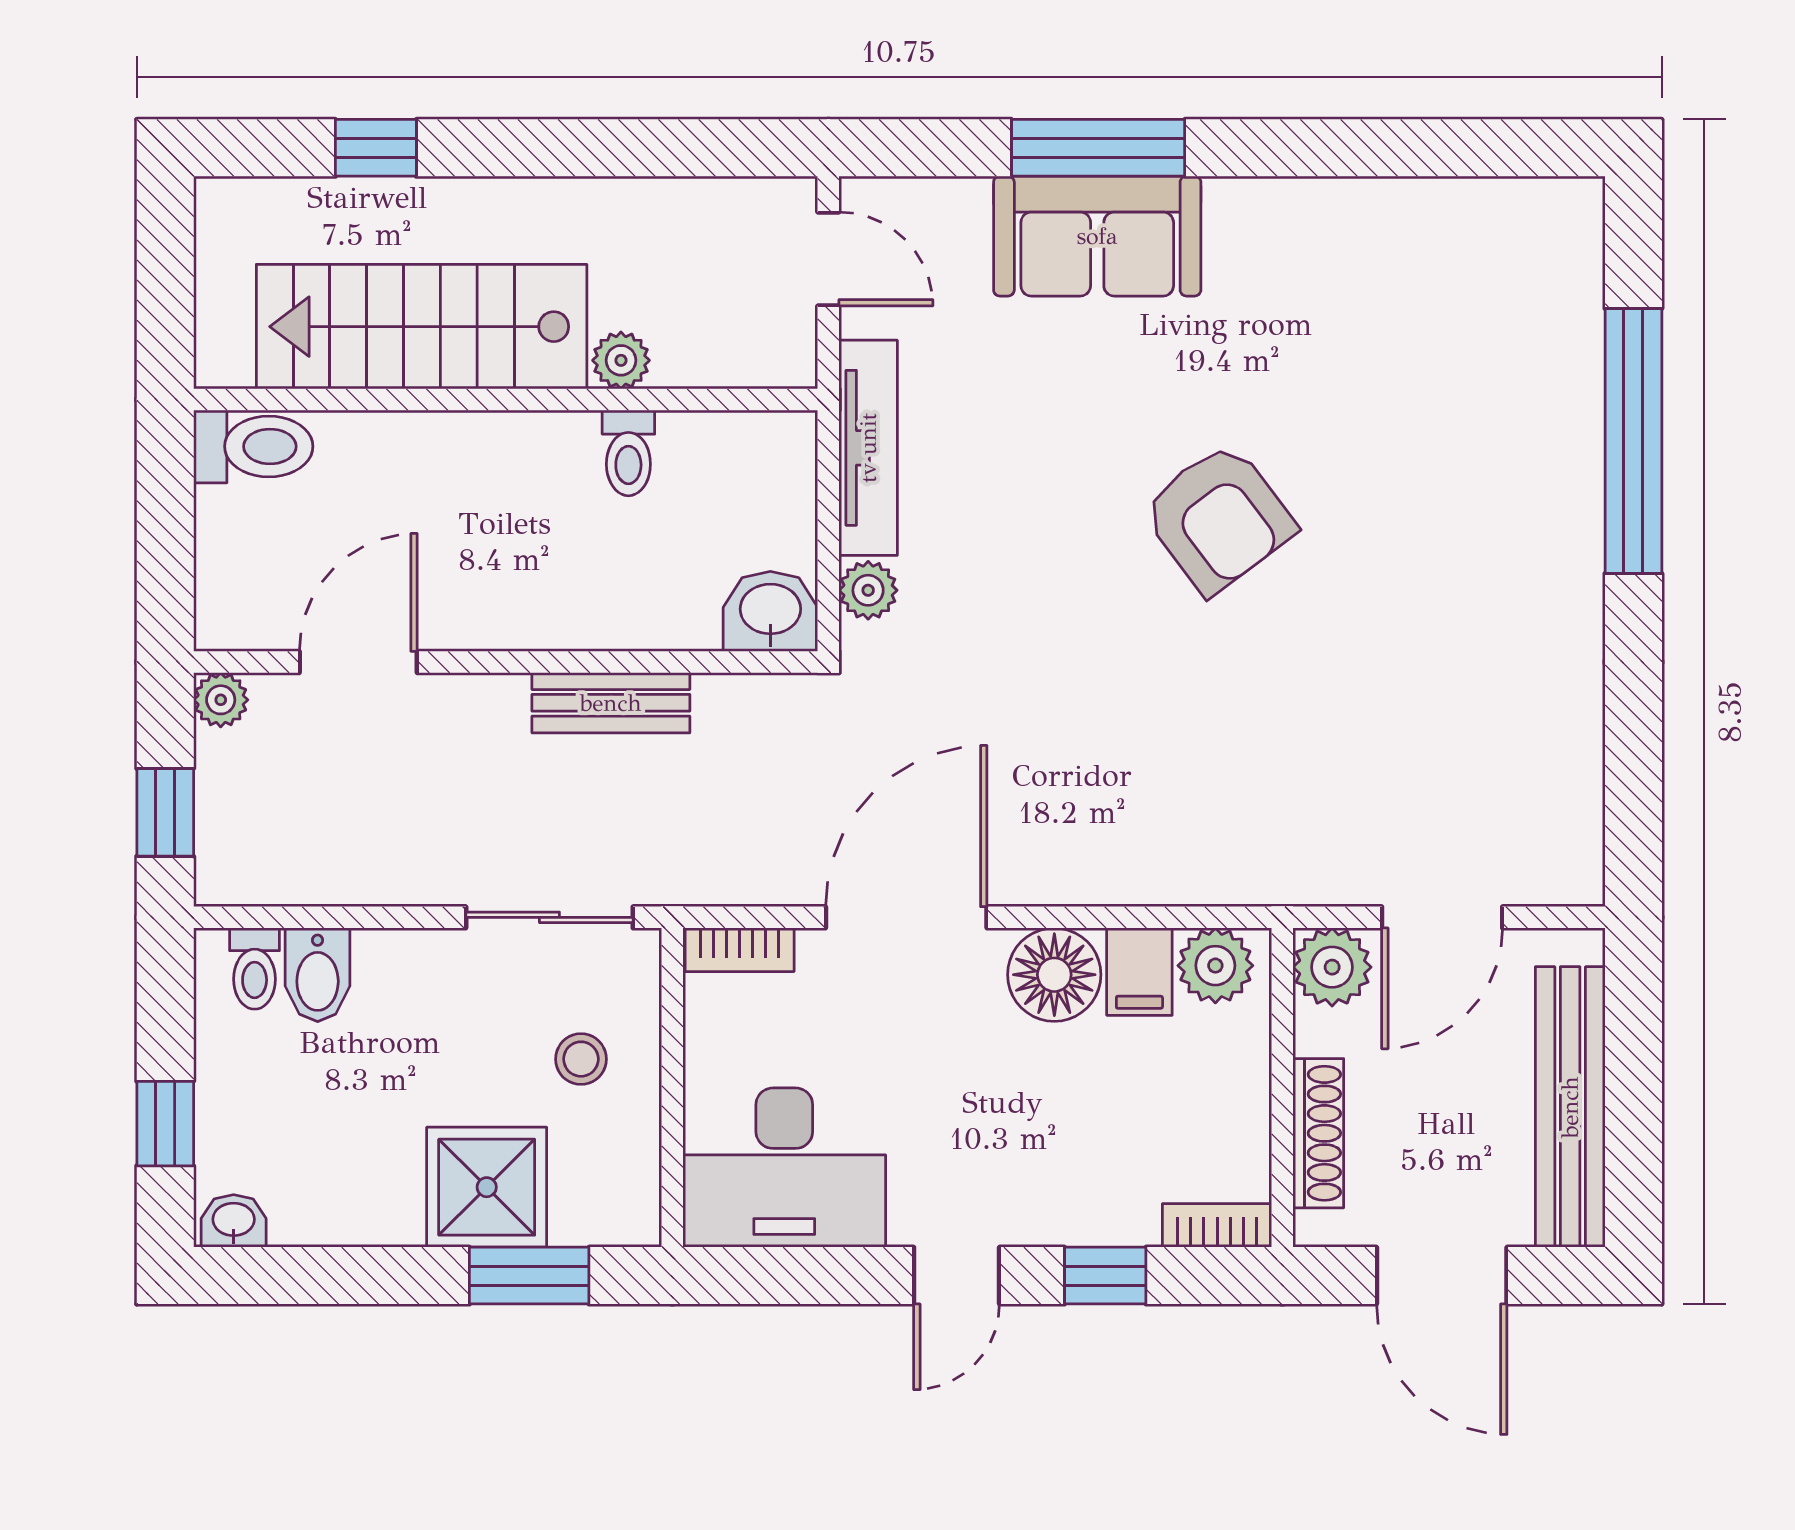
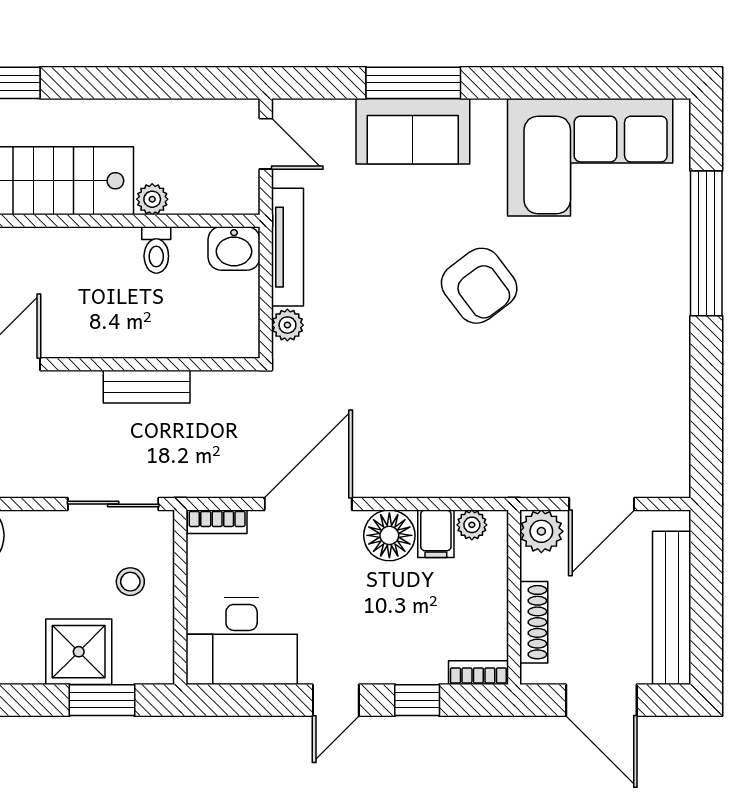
corner sofa: (1421, 284) -> (590, 157), added
washbasin: (770, 611) -> (234, 248), moved, turned 180
plant: (1215, 966) -> (472, 525), width x0.73, depth x0.73

